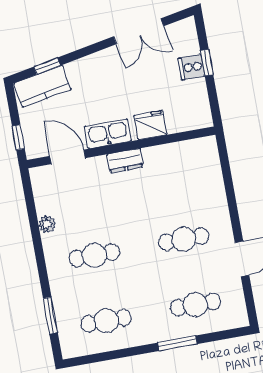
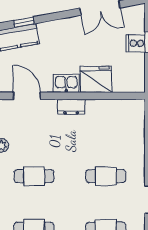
fridge: (150, 125) -> (96, 79), width x1.36, depth x1.34
kitchen sink: (108, 134) -> (66, 83), width x0.73

